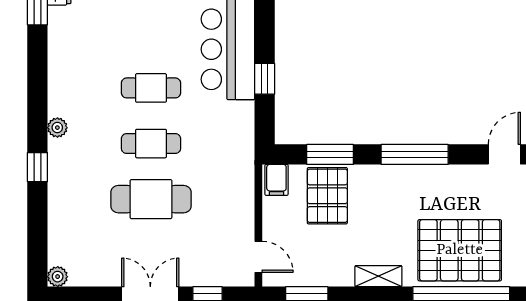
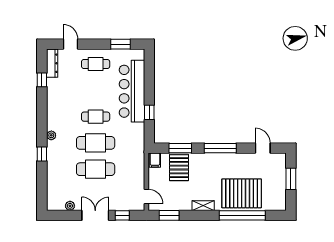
cafe table: (151, 144) -> (96, 143), width x1.37, depth x1.35
door: (504, 154) -> (263, 148), hinge flipped
plant: (58, 277) -> (70, 206), moved

